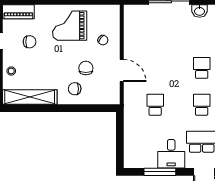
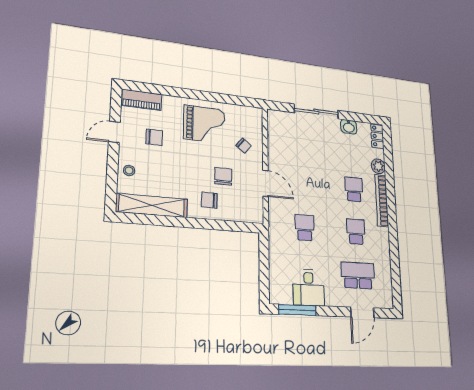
grand piano: (70, 26) -> (204, 124), turned 180
desk: (171, 154) -> (309, 288), moved
window: (160, 172) -> (297, 310), moved

